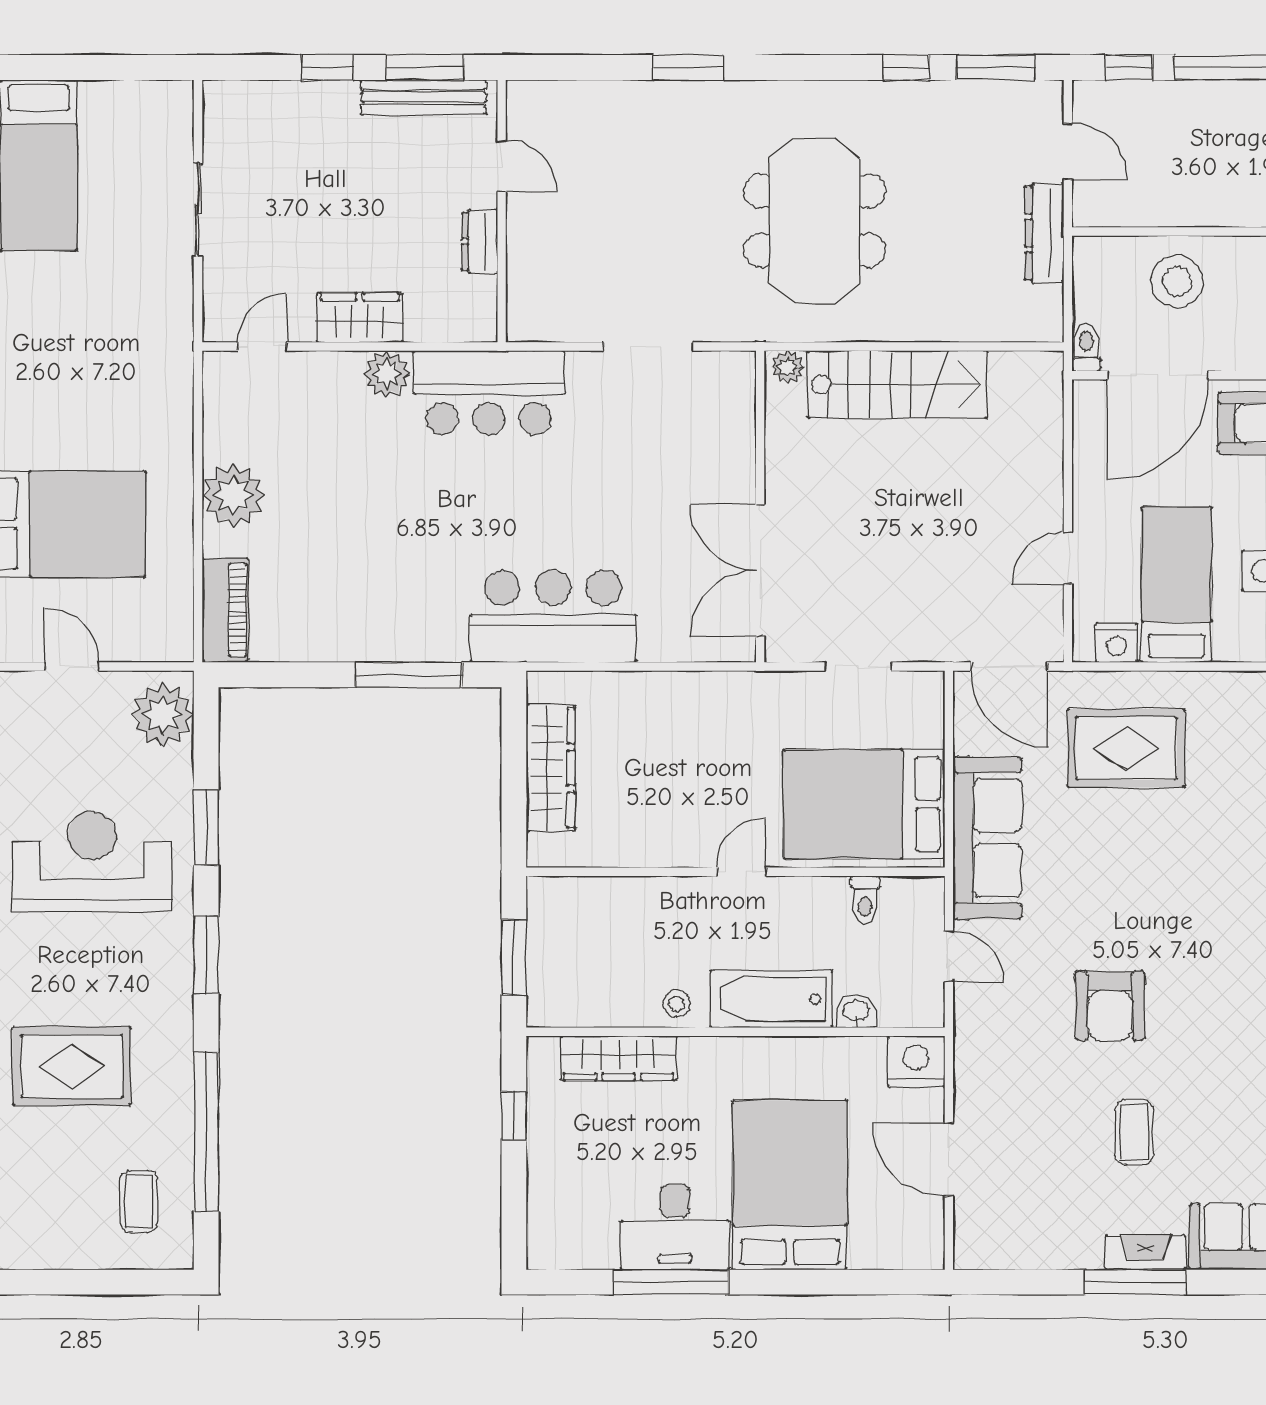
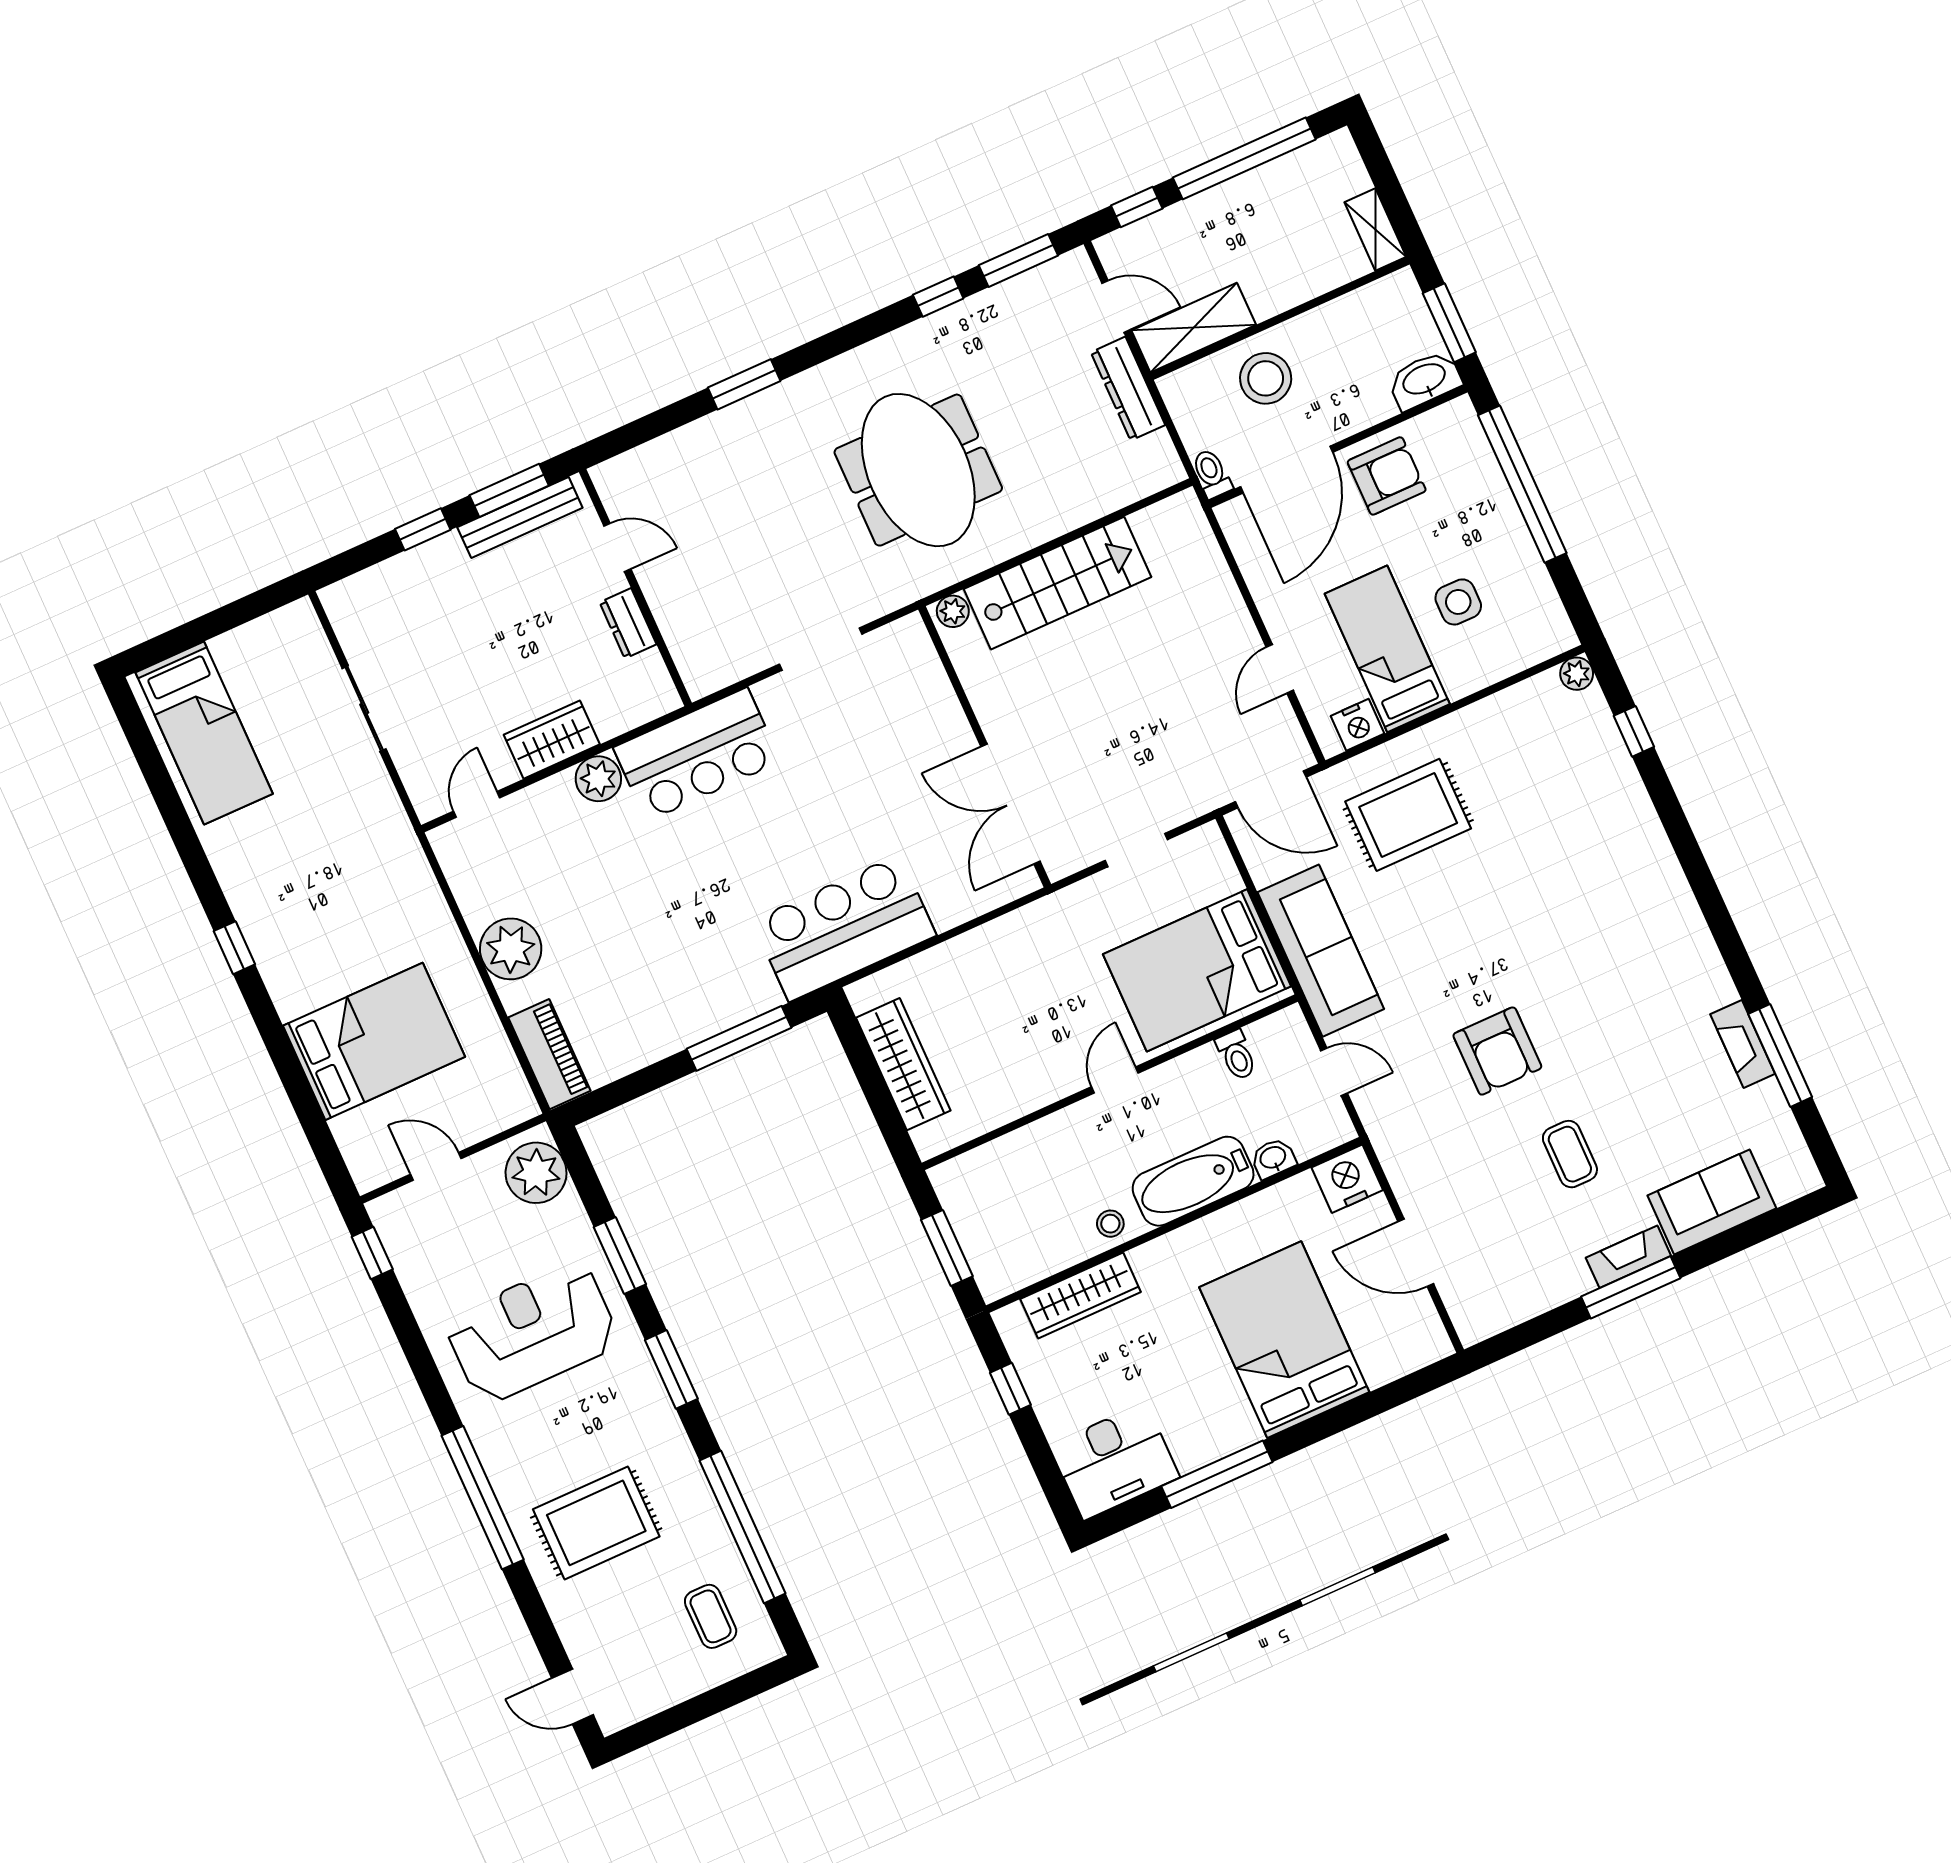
shelving: (1131, 204) -> (1194, 328), added
desk: (675, 1227) -> (1115, 1461), moved

